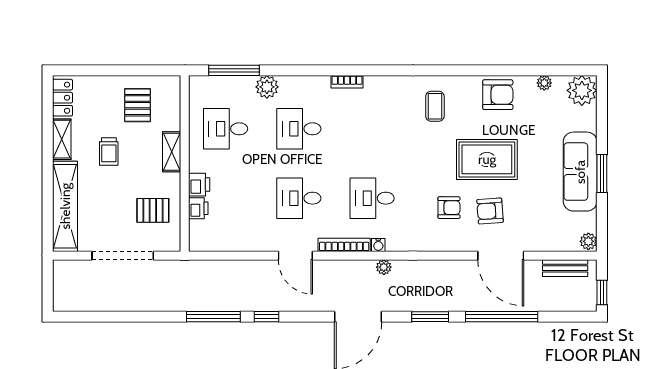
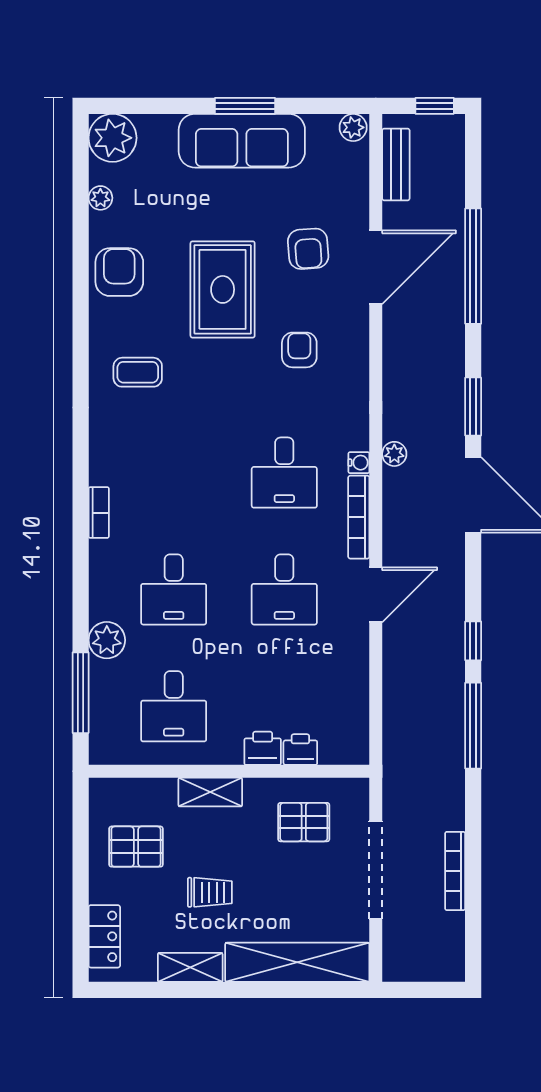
locker: (63, 98) -> (104, 936), moved, turned 90
pallet: (153, 210) -> (304, 822), turned 90
armchair: (490, 211) -> (308, 249), moved
bookcase: (122, 305) -> (455, 871), added
window: (430, 317) -> (473, 407), moved

